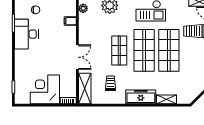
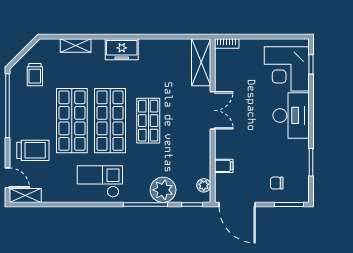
desk: (26, 34) -> (291, 115), moved
double door: (77, 57) -> (213, 110), swing flipped
trolley: (110, 83) -> (35, 75), moved
corner desk: (45, 89) -> (287, 69), moved, turned 90
freezer: (141, 97) -> (122, 49), width x0.71

